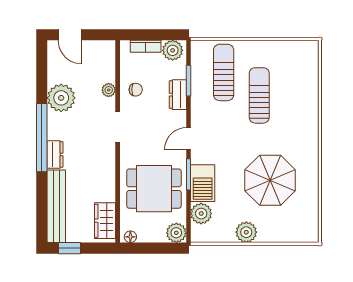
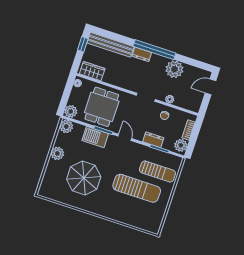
sun lounger: (259, 95) -> (137, 188), width x1.36, depth x1.34
plant: (201, 214) -> (66, 126), moved

